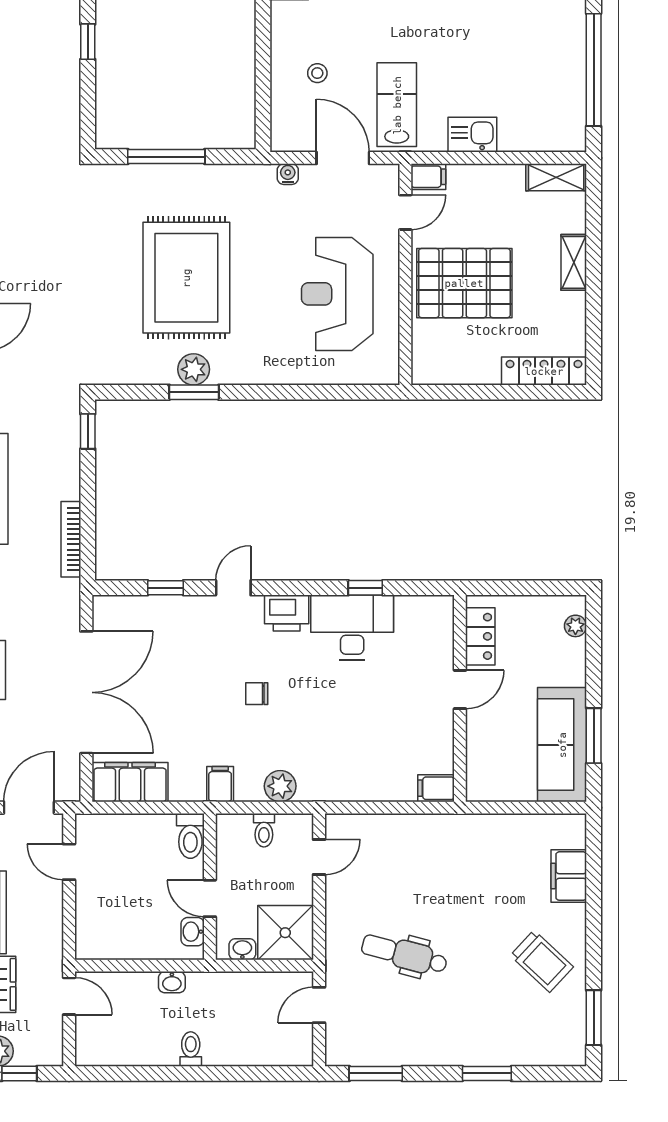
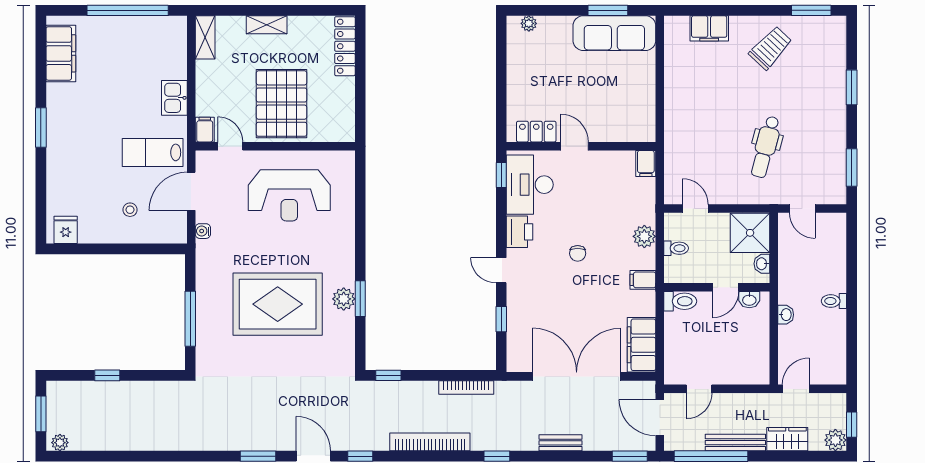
locker: (480, 636) -> (536, 132), moved
door: (460, 689) -> (575, 146), moved
wall: (460, 698) -> (581, 146), moved
filing cabinet: (436, 788) -> (646, 163), moved

